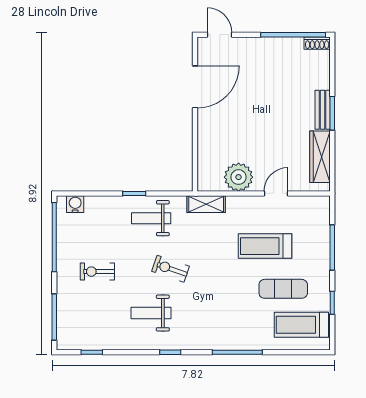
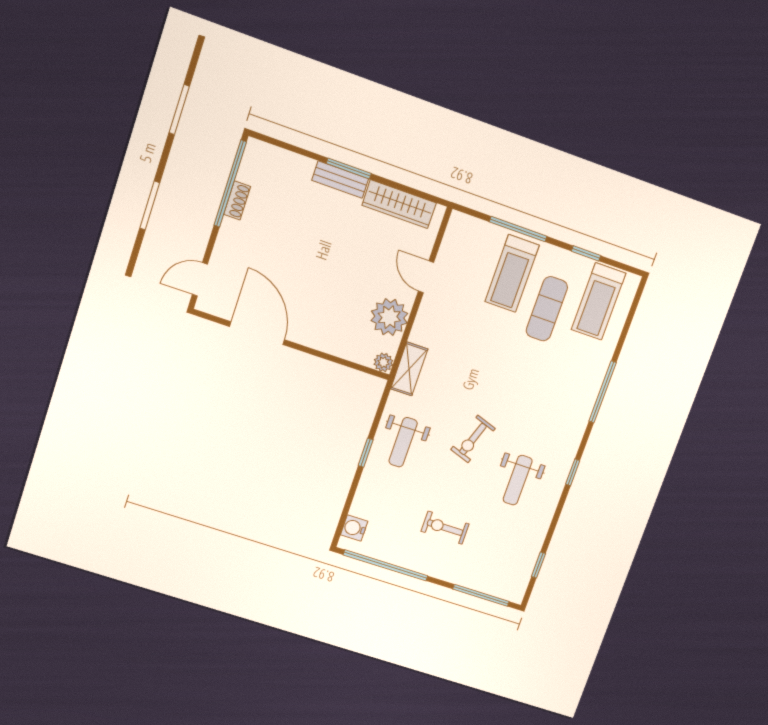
shoe rack: (317, 43) -> (237, 200), moved
plant: (205, 184) -> (383, 362), added
treadmill: (265, 246) -> (512, 273), moved
exercise bike: (97, 272) -> (445, 528), turned 90

